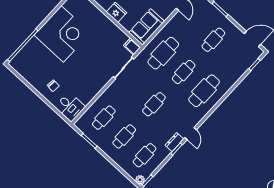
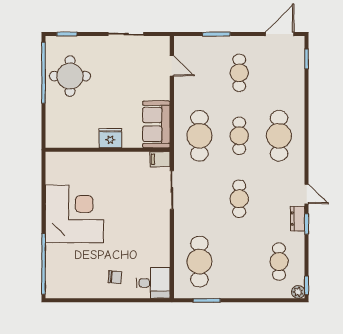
cafe table: (104, 118) -> (199, 262), width x1.37, depth x1.35
cafe table: (124, 136) -> (239, 262), removed

